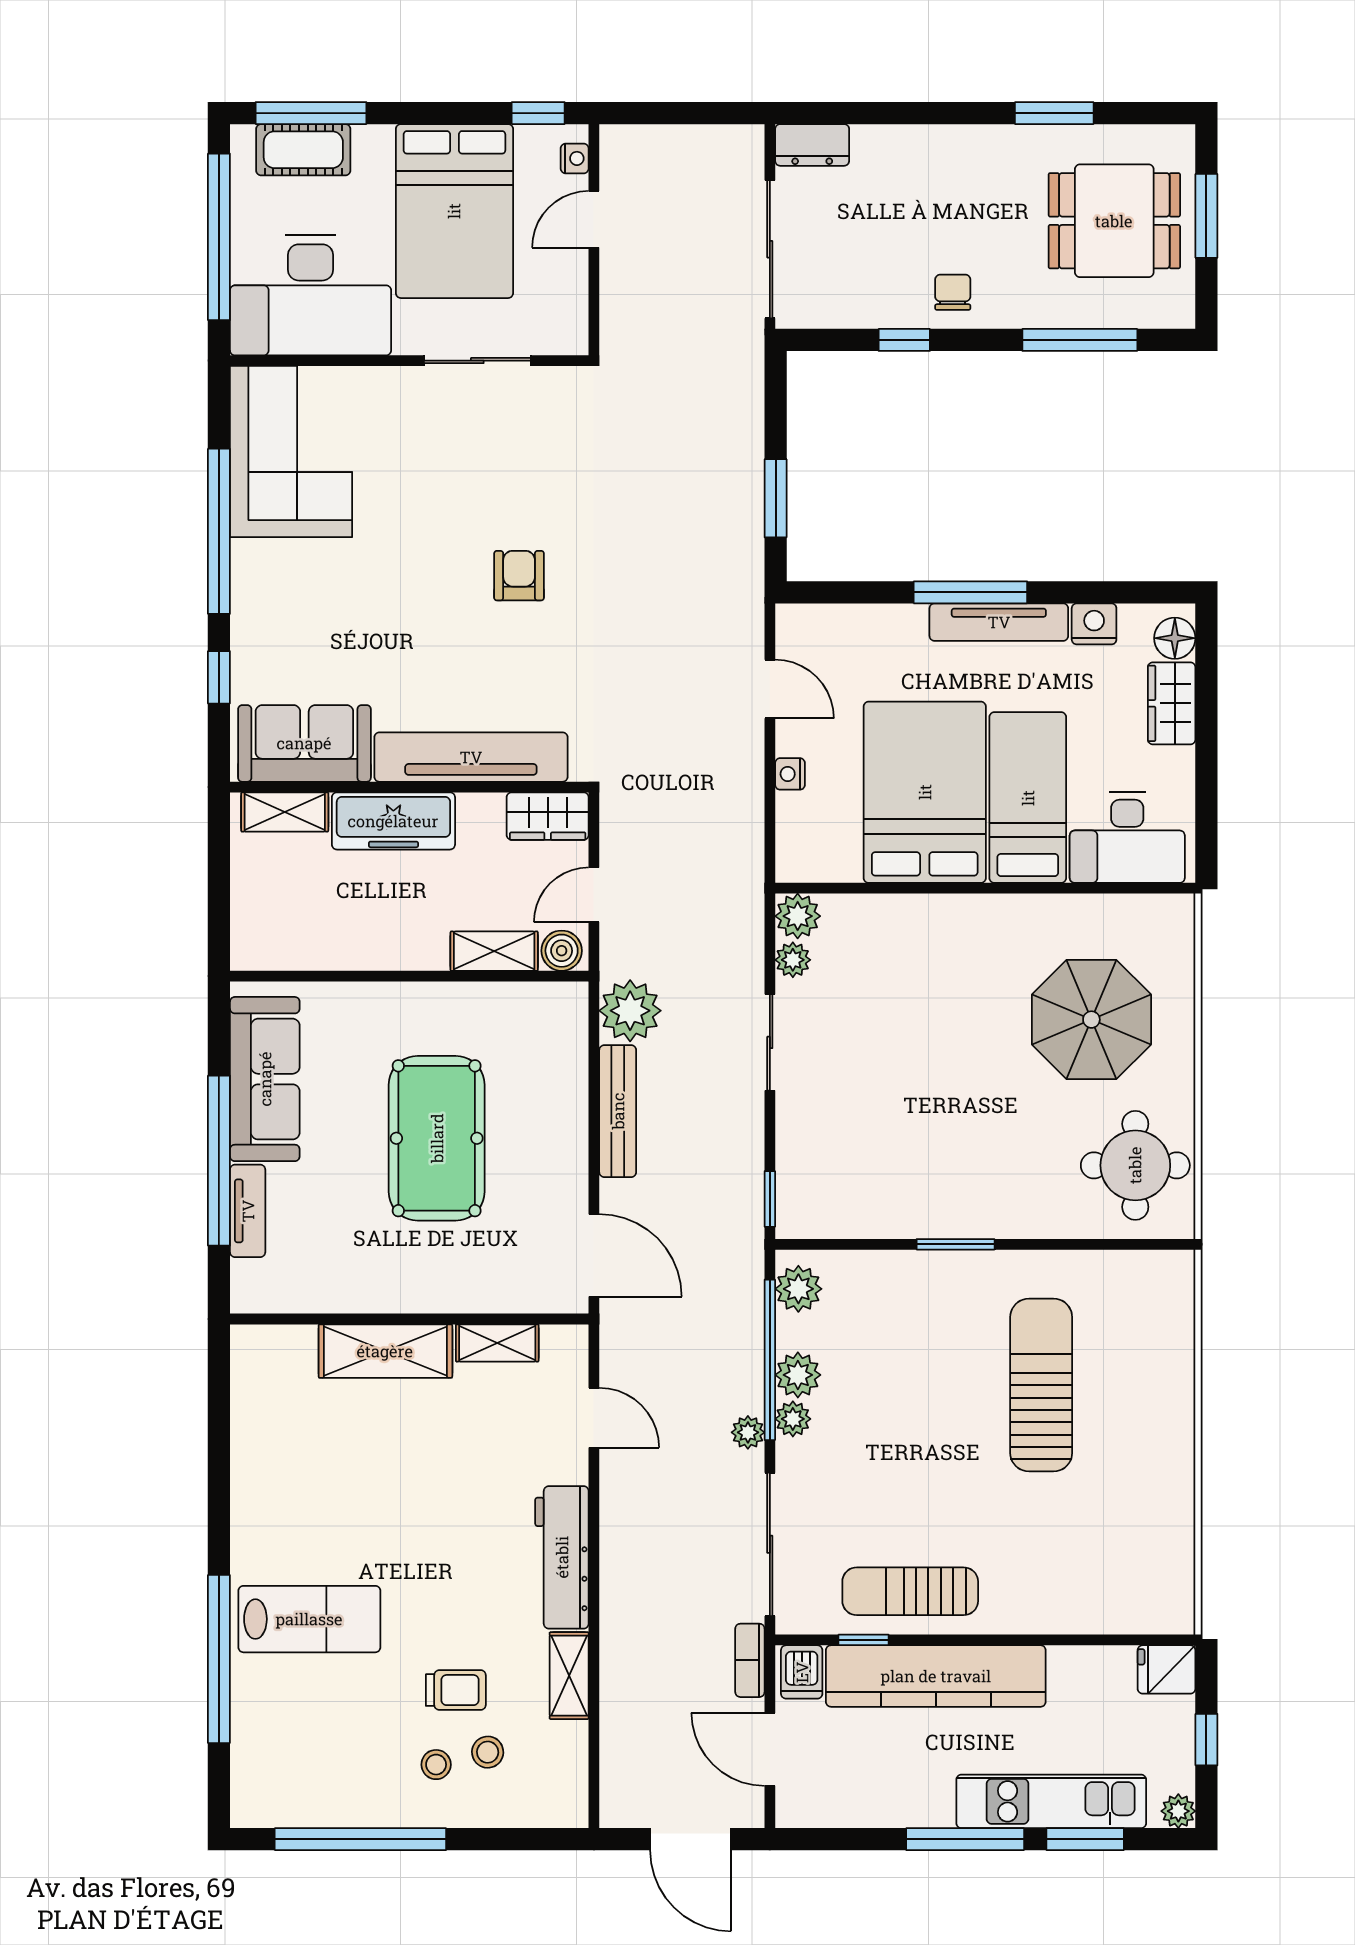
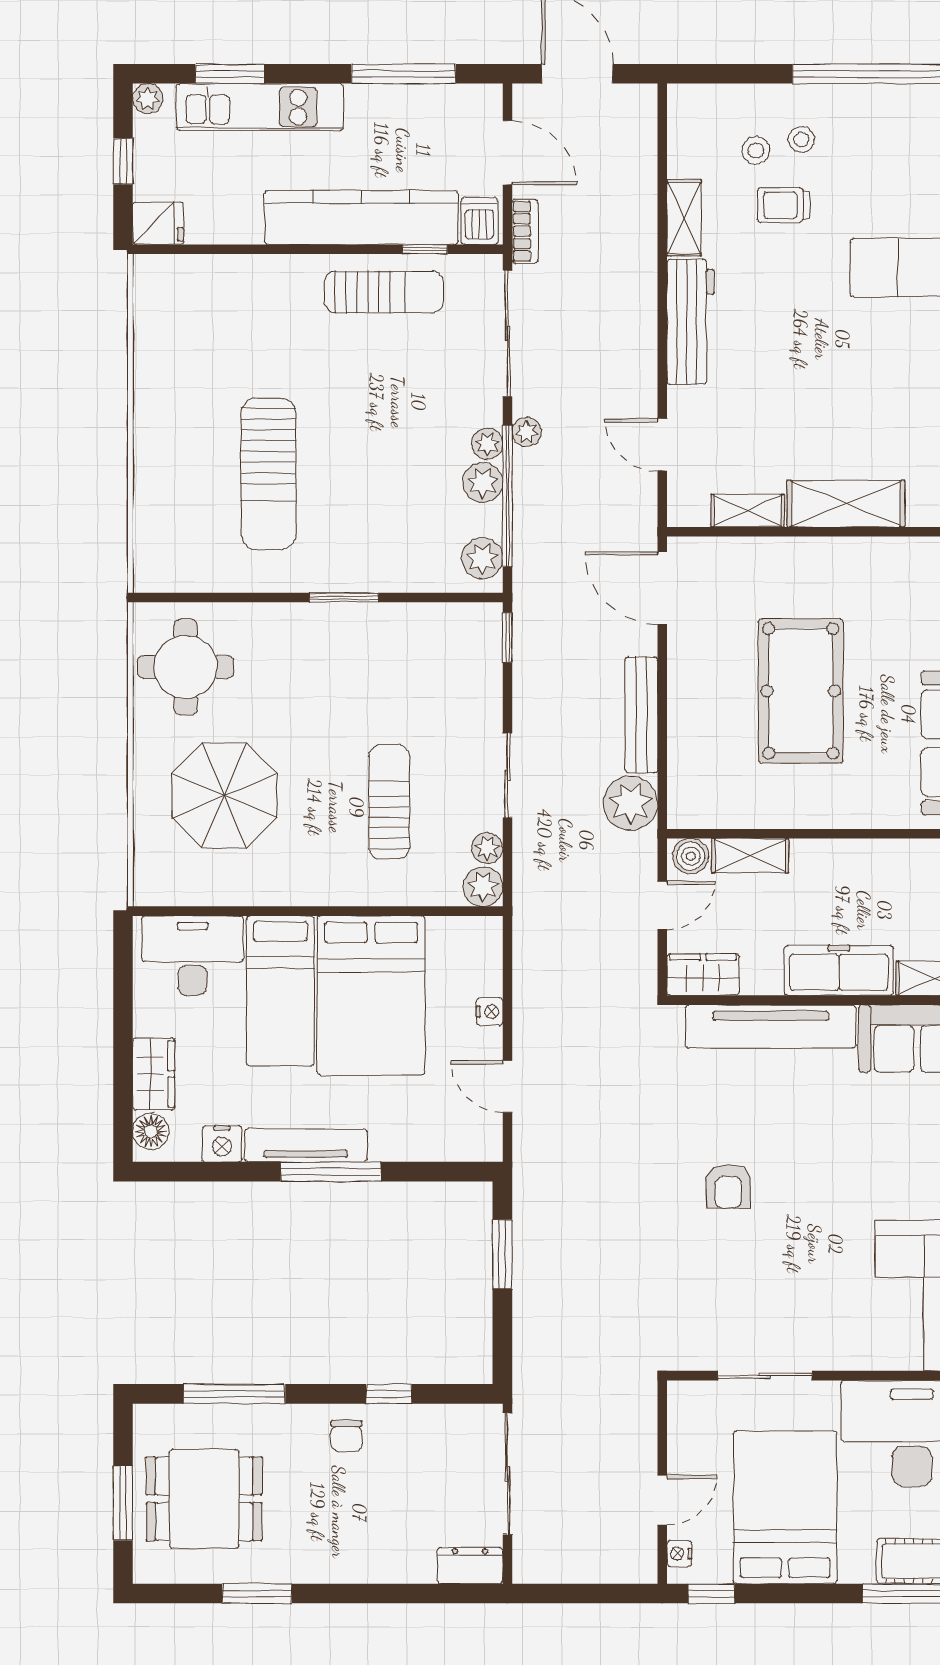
sun lounger: (904, 1012) -> (389, 802), added
window: (965, 1839) -> (403, 74), moved

